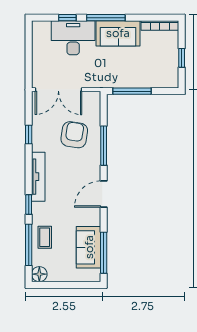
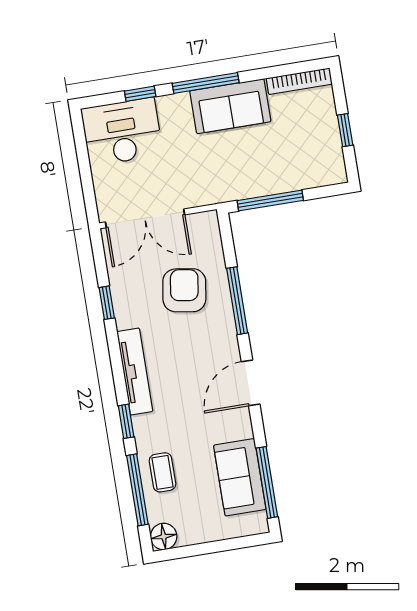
desk: (73, 38) -> (122, 132), moved

